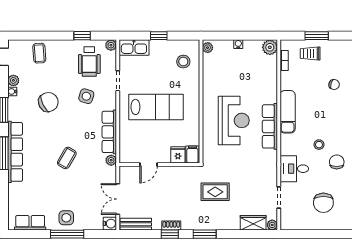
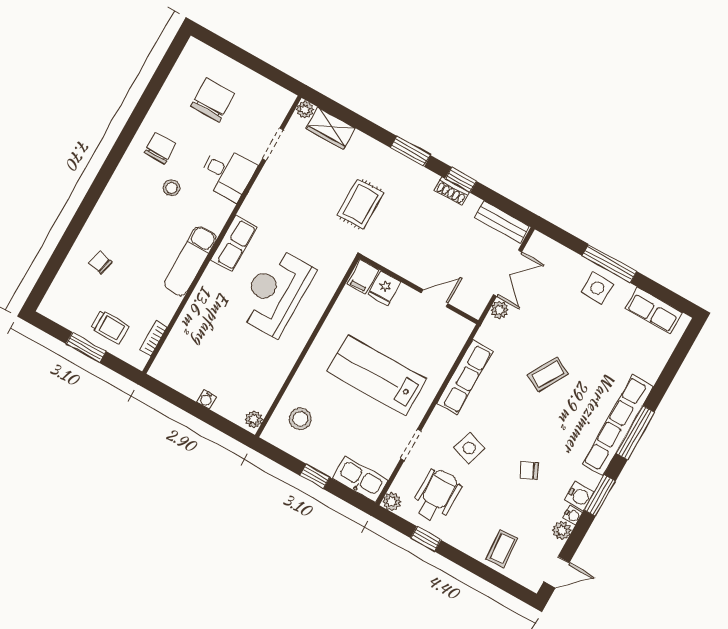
plant: (270, 47) -> (163, 369), removed
chair: (48, 102) -> (529, 470), width x0.54, depth x0.54
row of seats: (270, 126) -> (234, 243), width x0.68
plant: (111, 160) -> (499, 310), moved
chair: (337, 162) -> (160, 148), turned 180
rug: (215, 192) -> (360, 204), turned 90
water cooler: (110, 224) -> (579, 496), moved, turned 180

